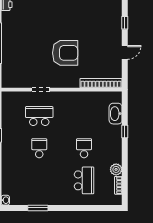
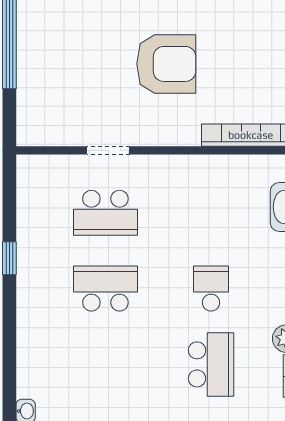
school desk: (39, 116) -> (105, 213), turned 180
school desk: (39, 148) -> (105, 289), width x1.85

